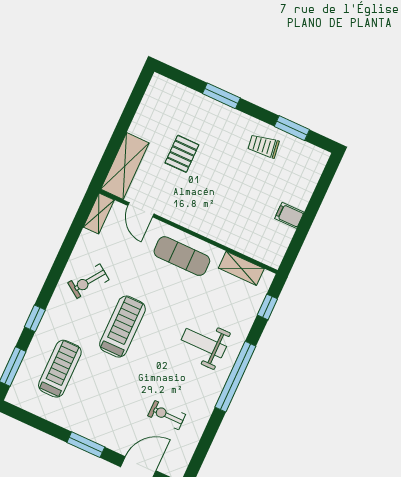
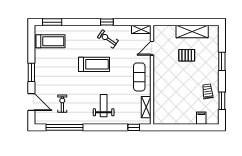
shelving: (125, 166) -> (192, 31), moved
filing cabinet: (289, 215) -> (201, 118), moved
window: (35, 318) -> (107, 22), moved
treadmill: (60, 369) -> (50, 41), moved
window: (235, 377) -> (64, 127), moved

